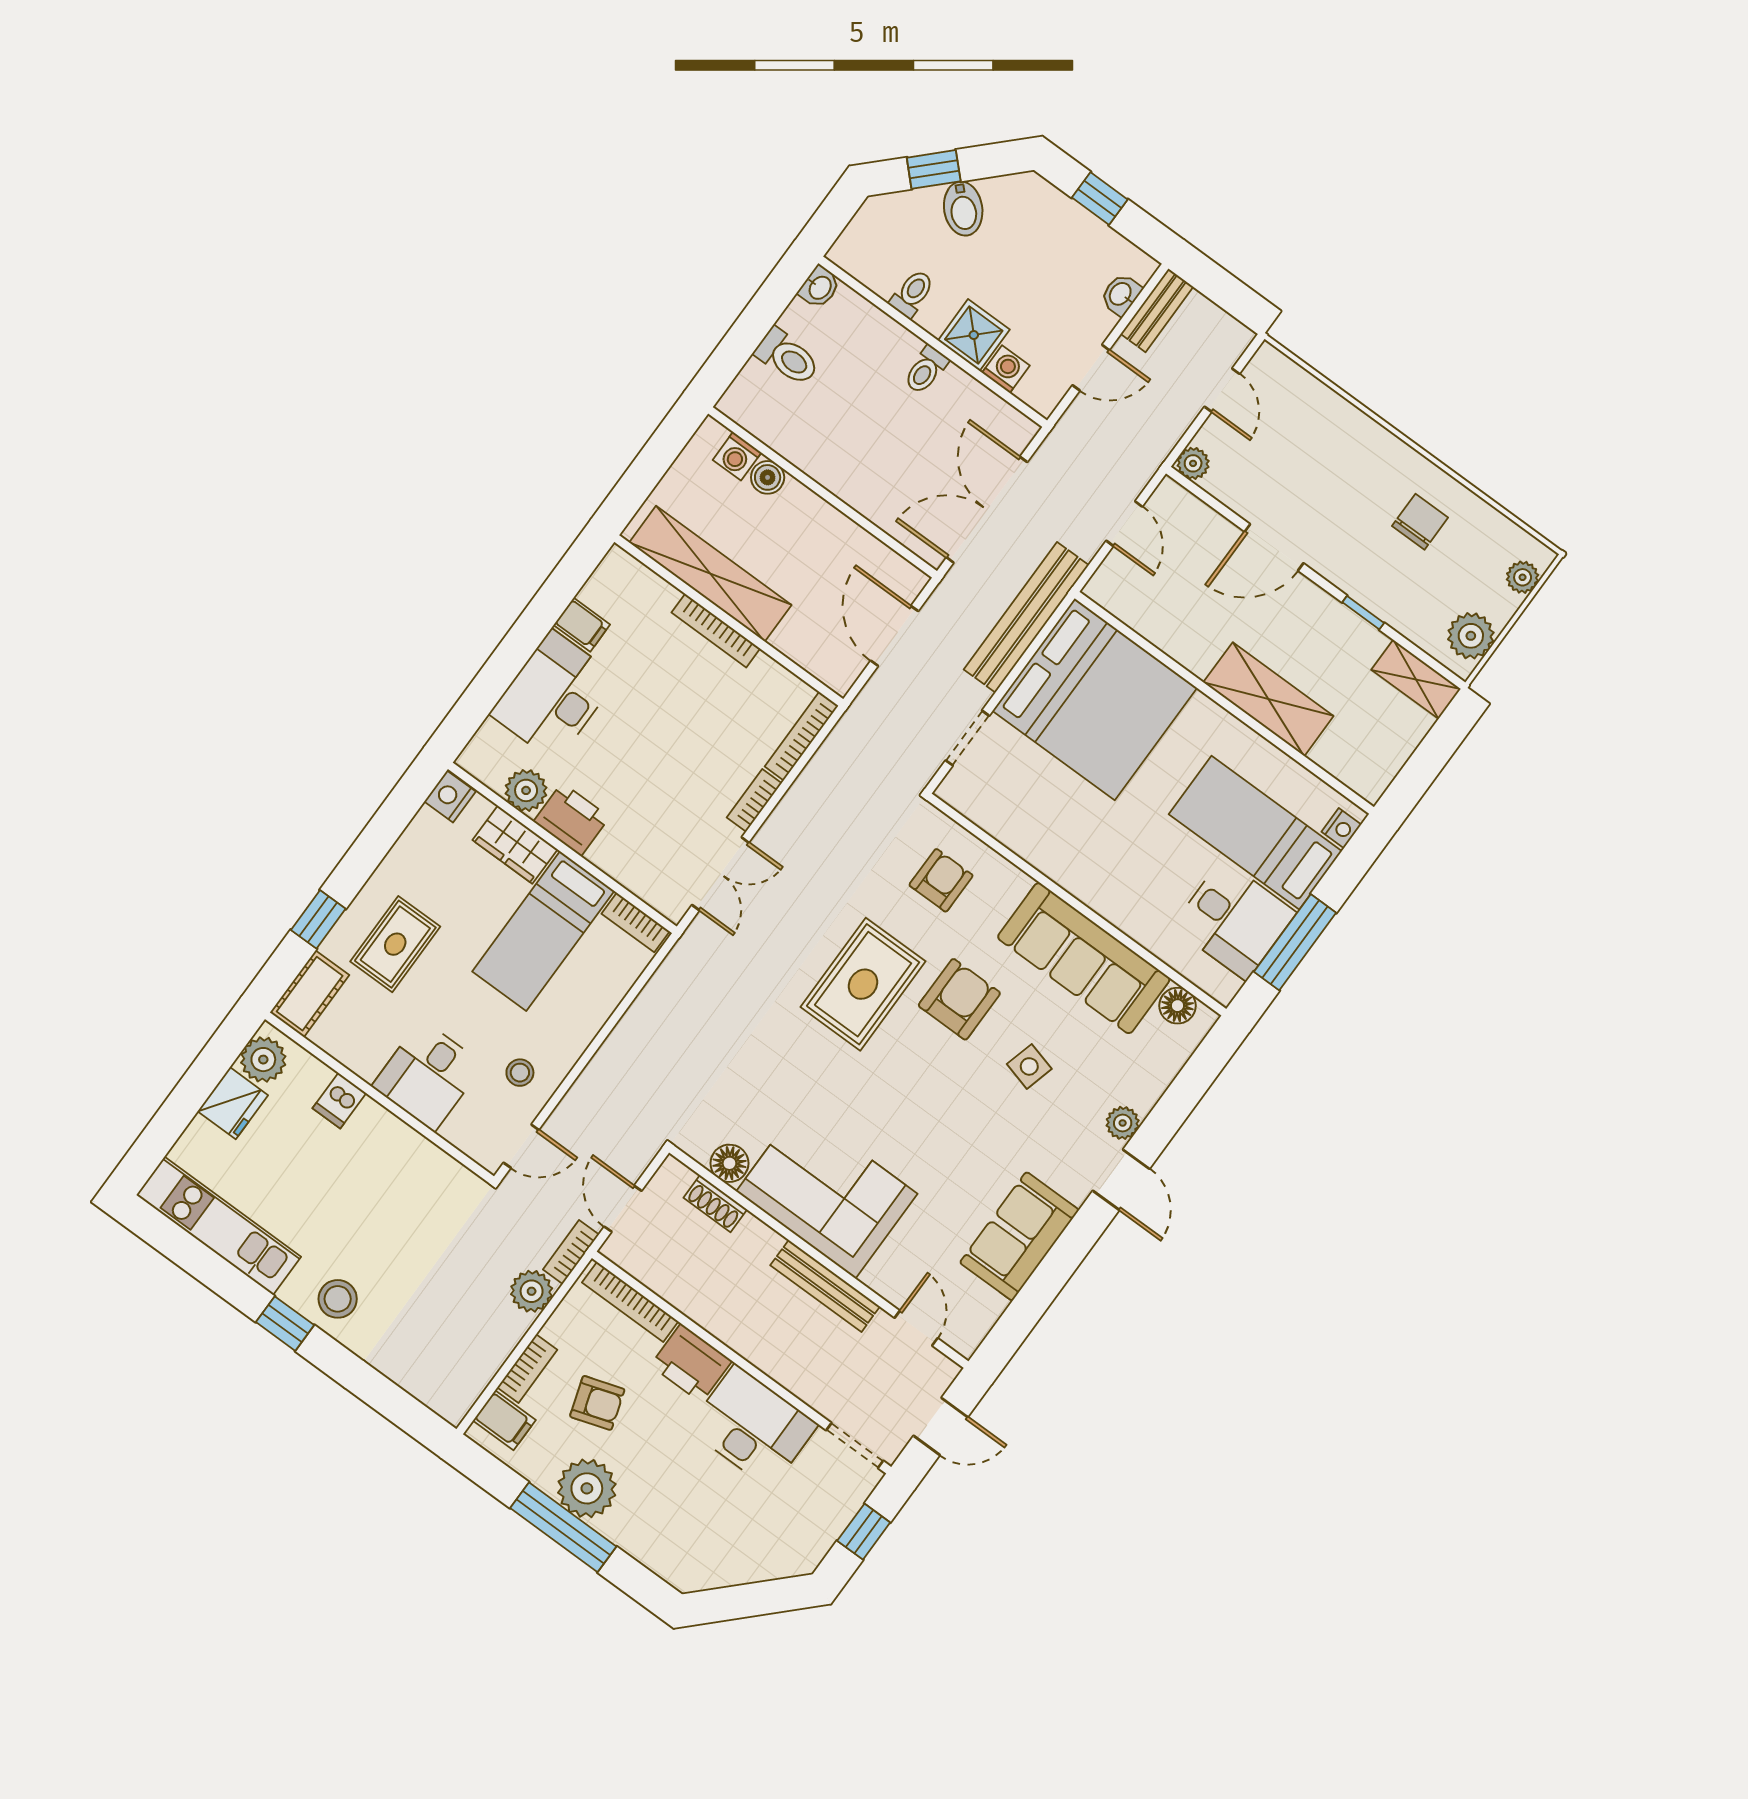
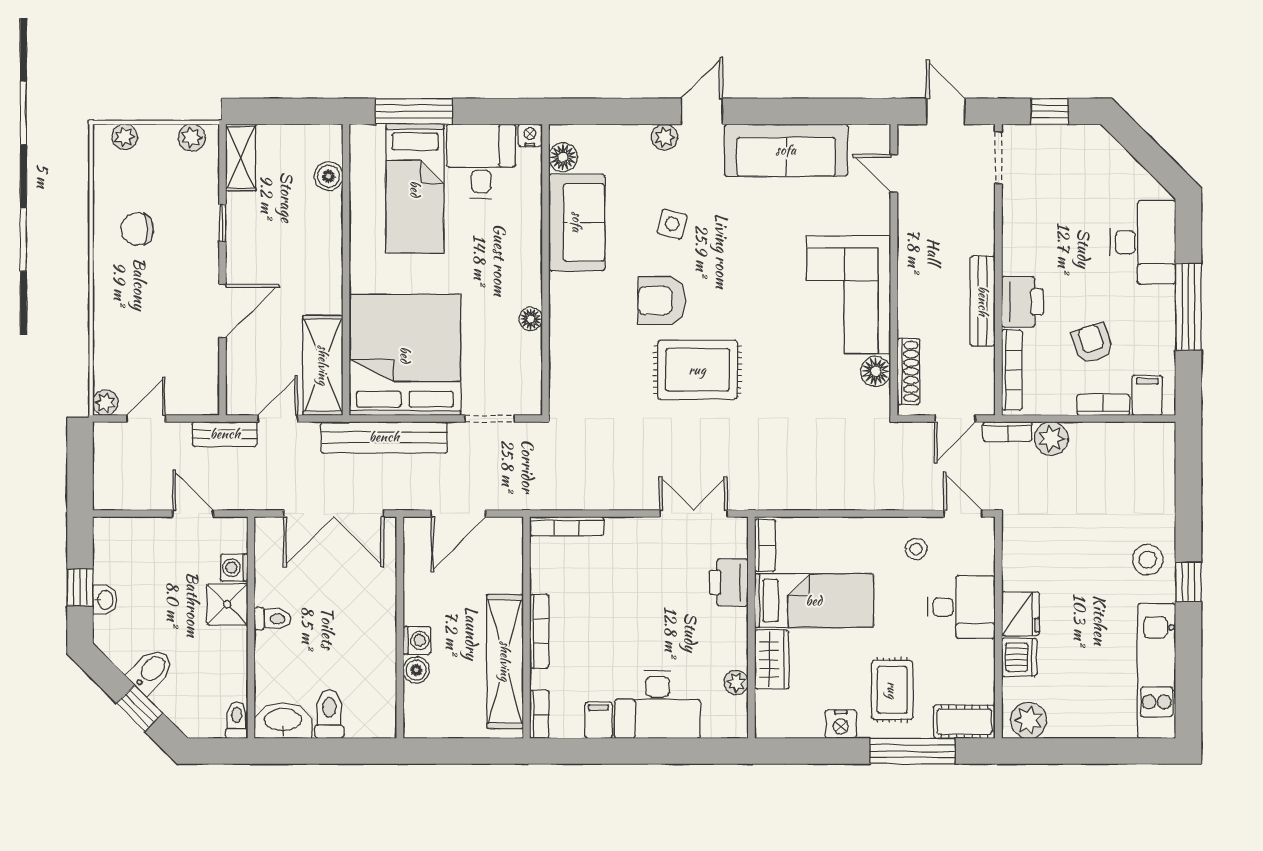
washbasin: (819, 287) -> (283, 721), width x1.91, depth x1.45
toilet: (912, 294) -> (237, 720), moved, turned 90
washbasin: (1121, 294) -> (105, 600), moved, turned -90
bench: (1157, 310) -> (225, 434), moved
washing machine: (737, 456) -> (417, 640), moved
plant: (1193, 463) -> (105, 403), moved
door: (1274, 547) -> (223, 311), hinge flipped
plant: (1471, 636) -> (192, 138), width x0.73, depth x0.73
shelving: (1268, 699) -> (323, 365), moved
boiler: (1332, 754) -> (328, 176), added
plant: (526, 790) -> (736, 683), width x0.73, depth x0.73
nightstand: (450, 797) -> (841, 724), moved
bookcase: (754, 800) -> (539, 714), moved, turned -90
printer: (571, 819) -> (729, 582), moved
nightstand: (1341, 828) -> (530, 135), moved
floor lamp: (1038, 853) -> (531, 319), added
armchair: (941, 880) -> (594, 368), removed
window: (318, 919) -> (912, 751), width x2.17
window: (1295, 942) -> (414, 111), moved
rug: (395, 944) -> (892, 690), turned 90
sofa: (1084, 958) -> (577, 222), width x0.73
dishwasher: (339, 1101) -> (1019, 657), width x1.38
fridge: (233, 1103) -> (1020, 614), moved, turned 90
shoe rack: (715, 1204) -> (908, 371), width x1.43
sofa: (1019, 1236) -> (786, 150), width x1.36
bench: (825, 1286) -> (983, 301), moved
door: (916, 1328) -> (894, 174), hinge flipped
desk: (753, 1427) -> (1143, 242), moved, turned 180
plant: (587, 1488) -> (1152, 310), removed

